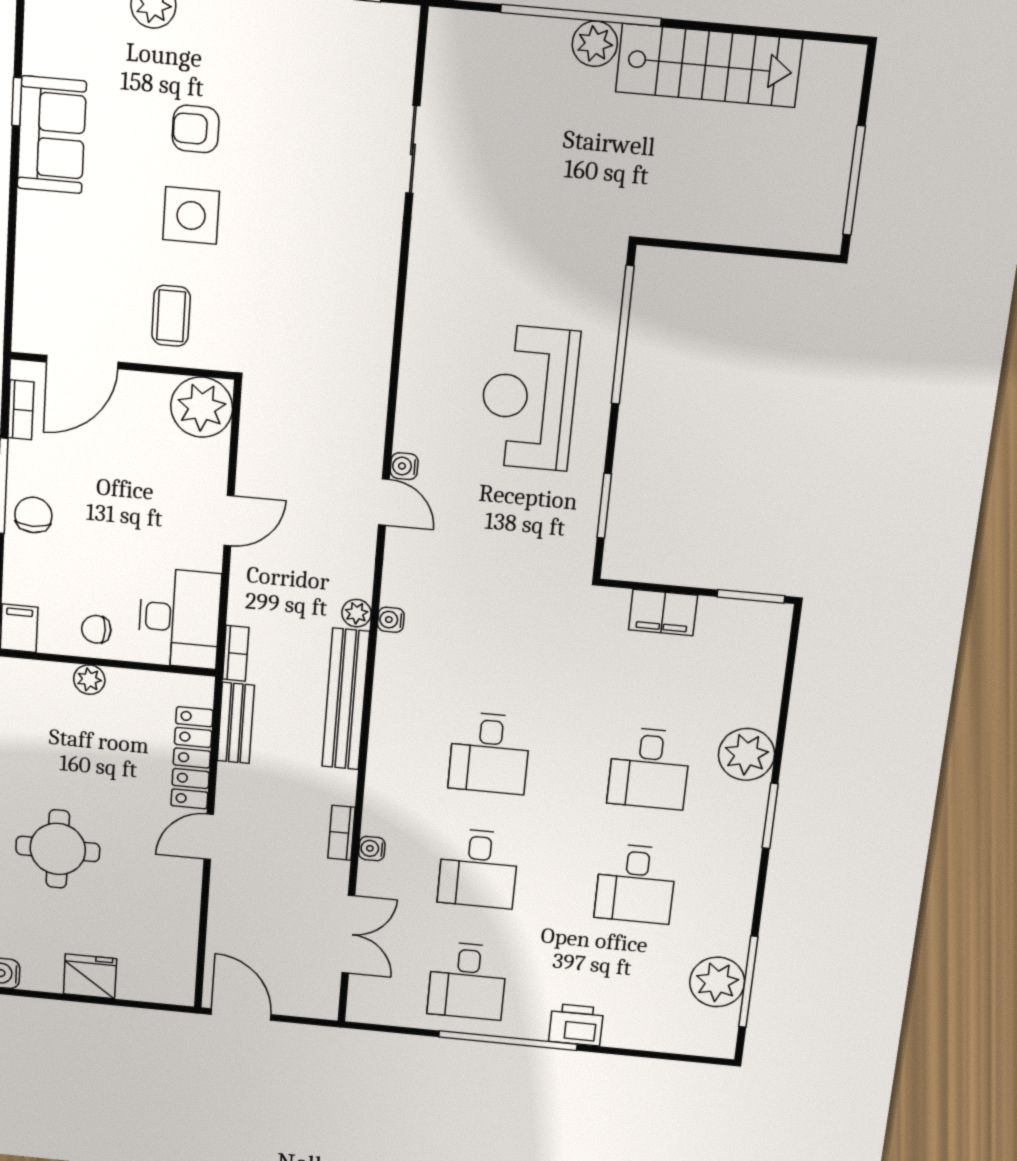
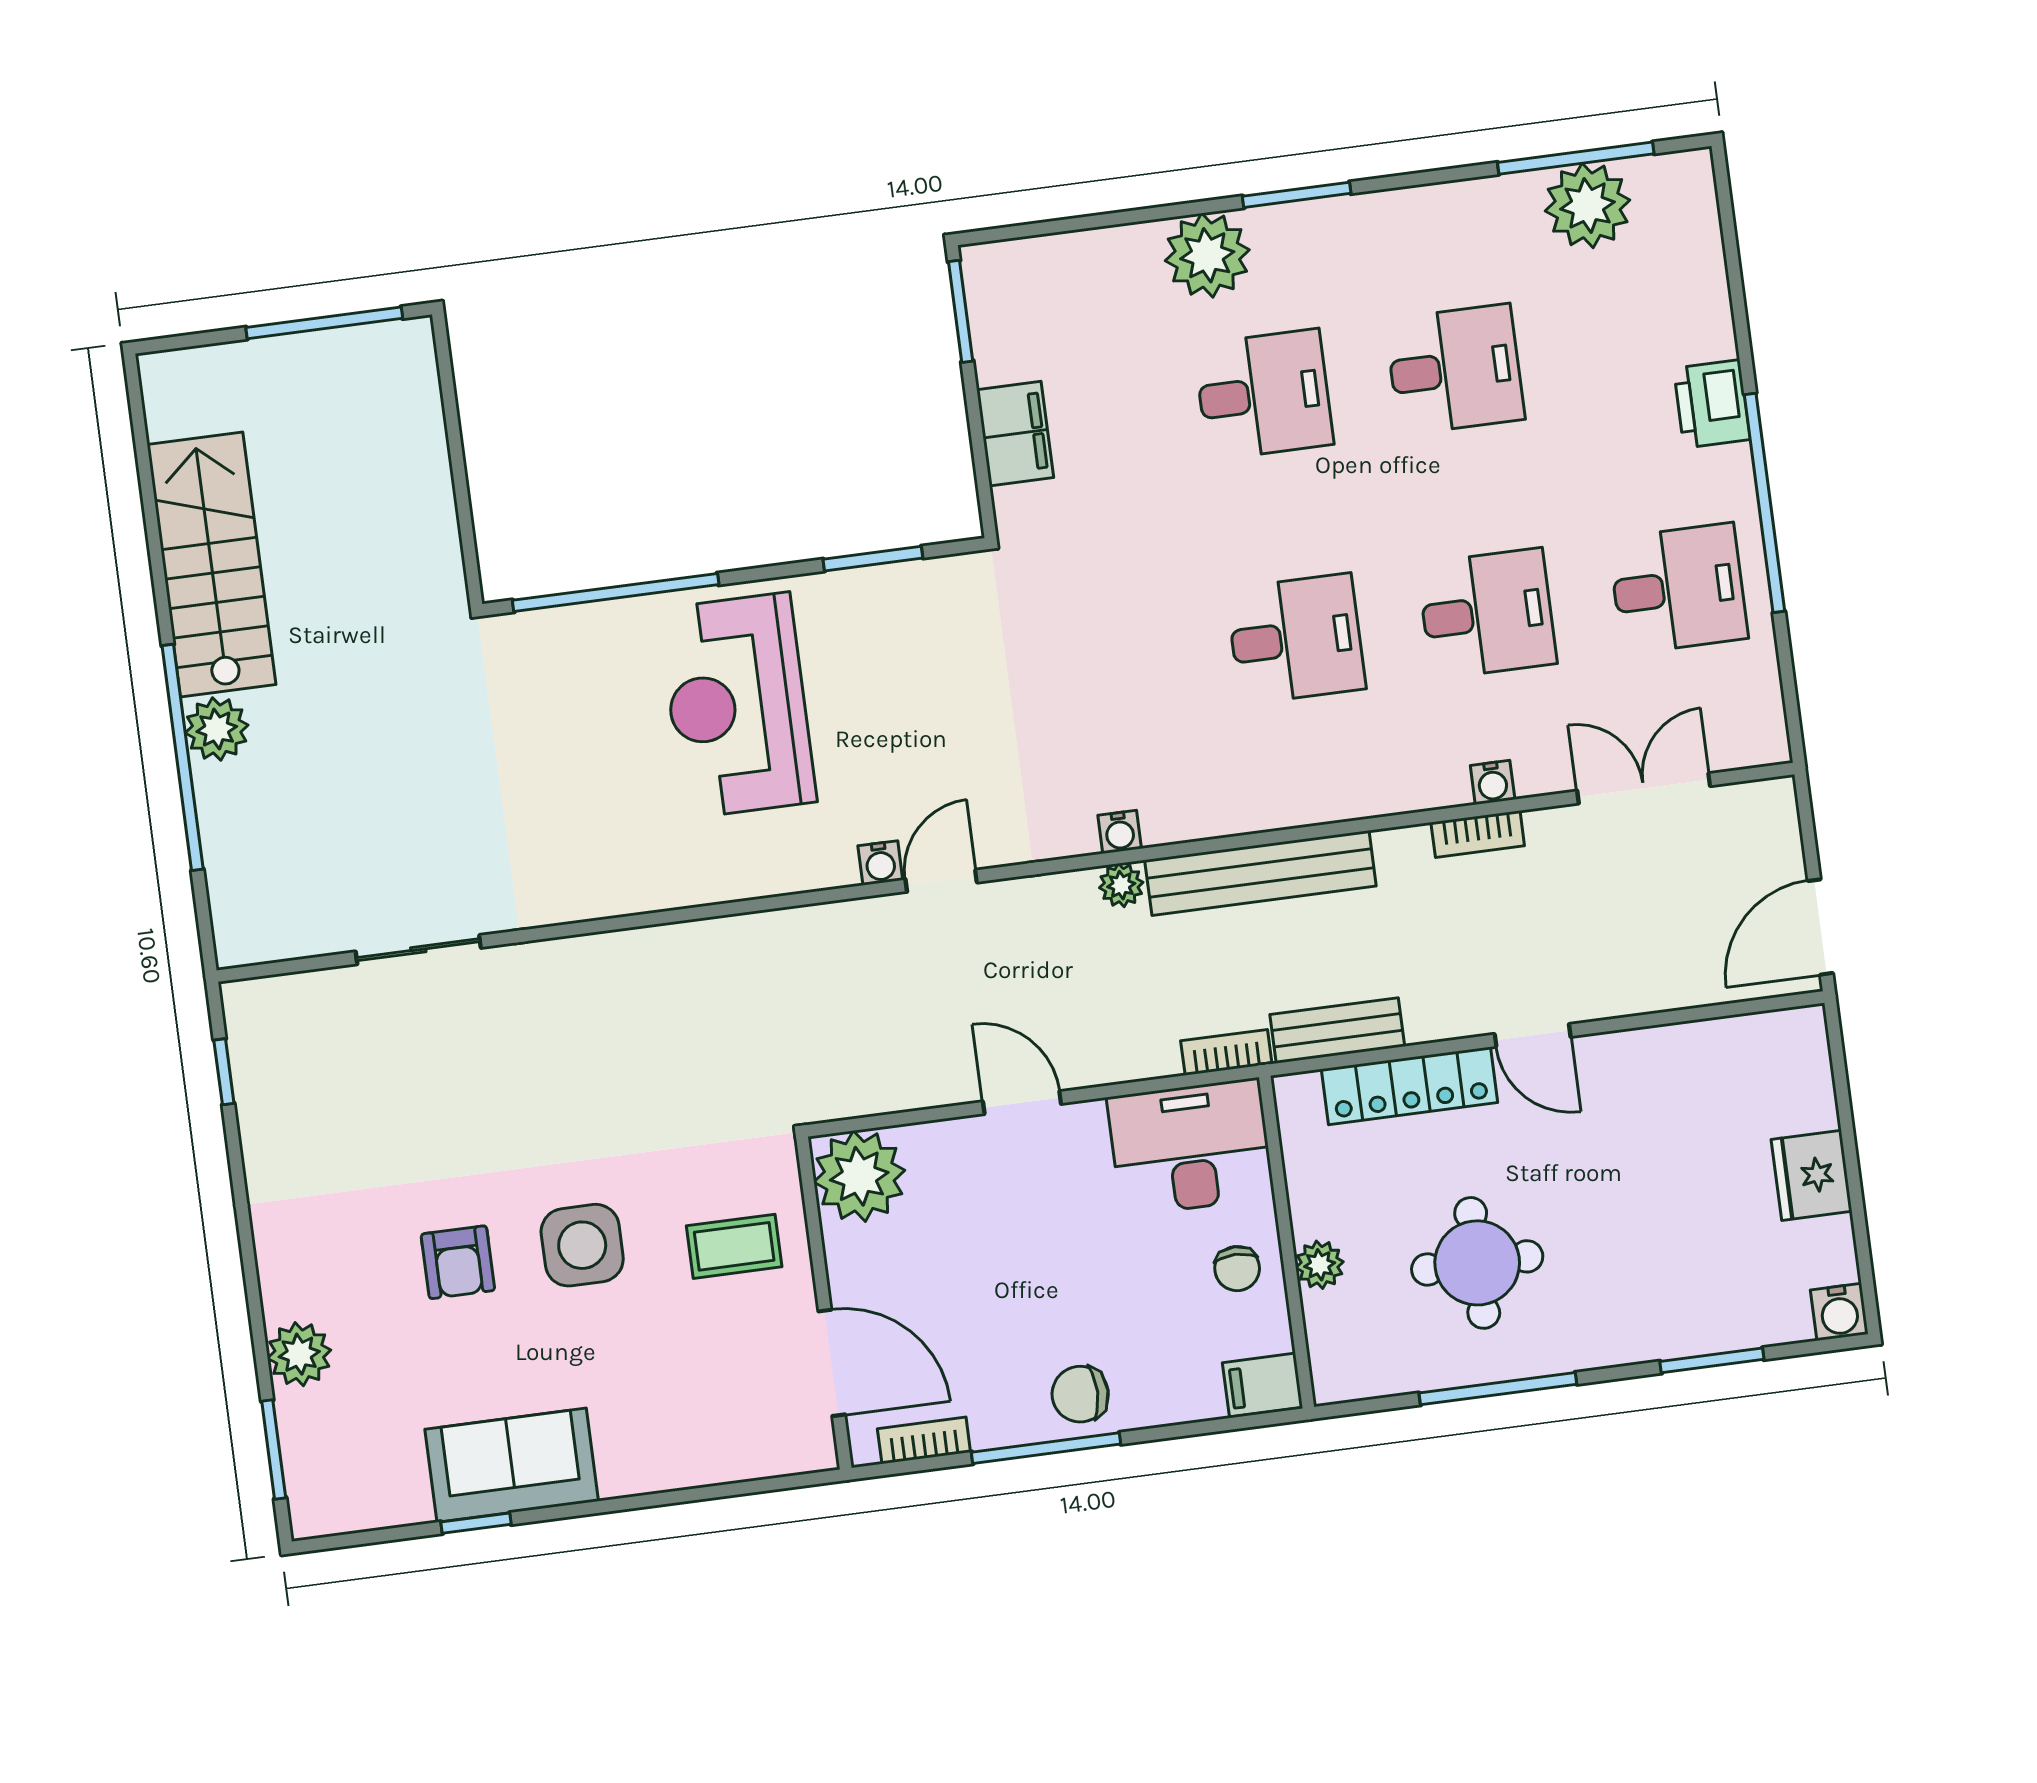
reception desk: (529, 398) -> (737, 705), turned 90
round table: (58, 849) -> (1477, 1263), moved

